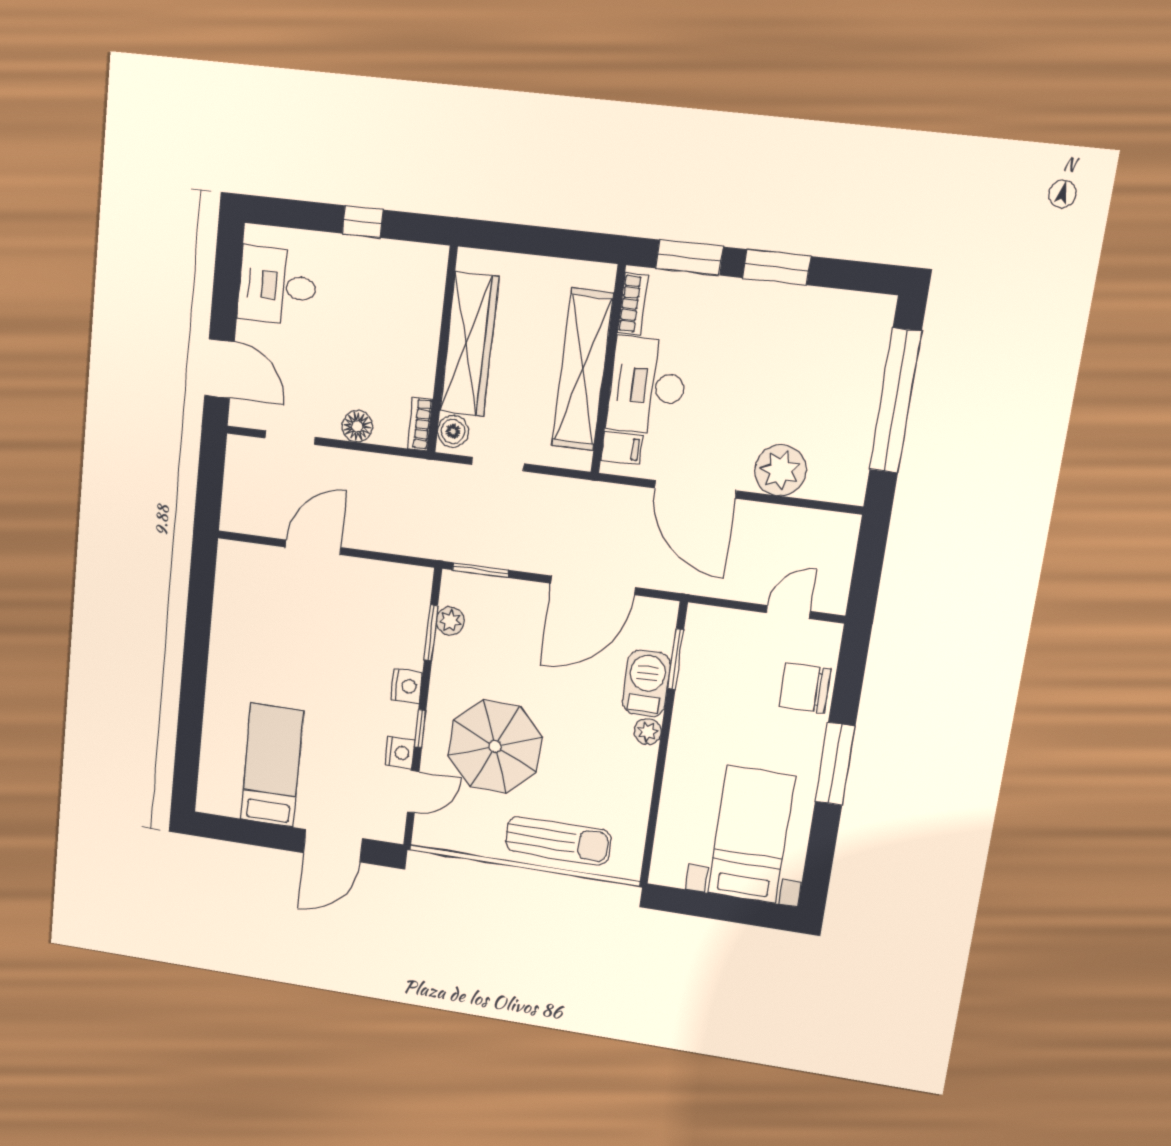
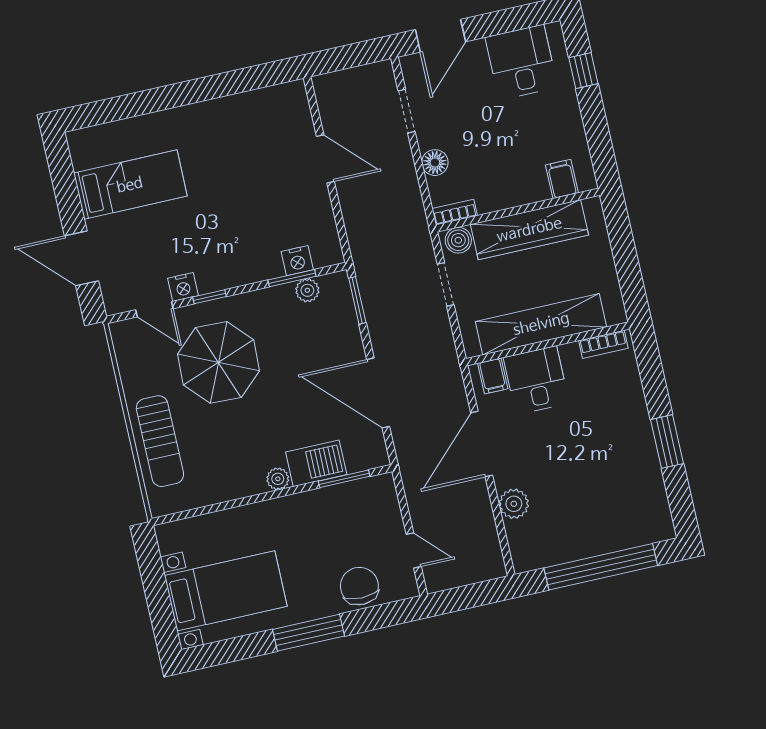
window: (363, 222) -> (583, 71), moved
window: (689, 257) -> (652, 374), removed
filing cabinet: (424, 285) -> (562, 179), added
desk: (647, 386) -> (536, 380), width x0.73
plant: (780, 470) -> (514, 504), width x0.73, depth x0.73
nightstand: (407, 686) -> (297, 261), moved

